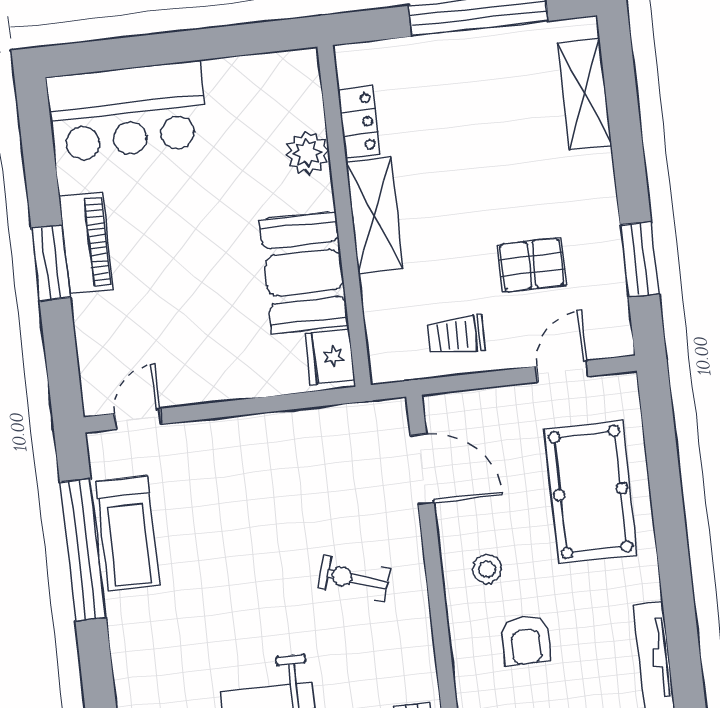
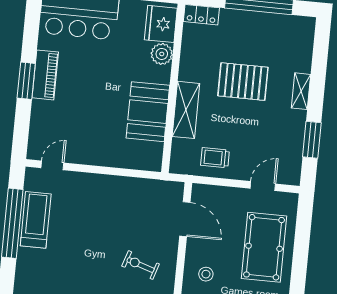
shelving: (584, 94) -> (301, 91), moved, width x0.67, depth x0.75
locker: (359, 122) -> (201, 15), moved, turned 90
shelving: (374, 215) -> (186, 110), moved
pallet: (532, 265) -> (243, 82), moved, width x1.50, depth x1.42
fridge: (330, 357) -> (161, 24), moved, width x1.36, depth x1.34
treadmill: (128, 534) -> (36, 220), turned 180

